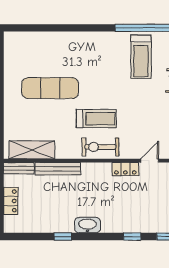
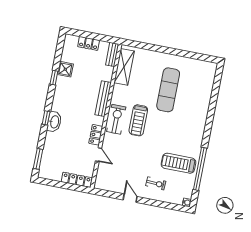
bench: (58, 169) -> (103, 99), moved
shower: (49, 224) -> (65, 69), added
washbasin: (87, 225) -> (54, 122), moved
window: (132, 237) -> (46, 118), moved

